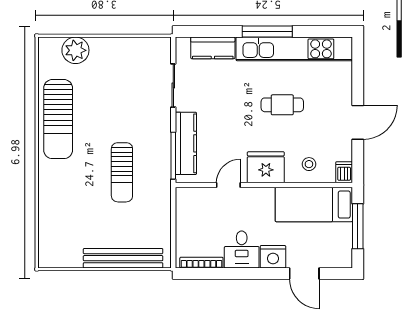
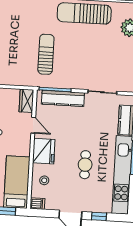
window: (358, 80) -> (99, 216), added
sun lounger: (122, 172) -> (46, 54), turned 90
wardrobe: (193, 197) -> (26, 101), added

